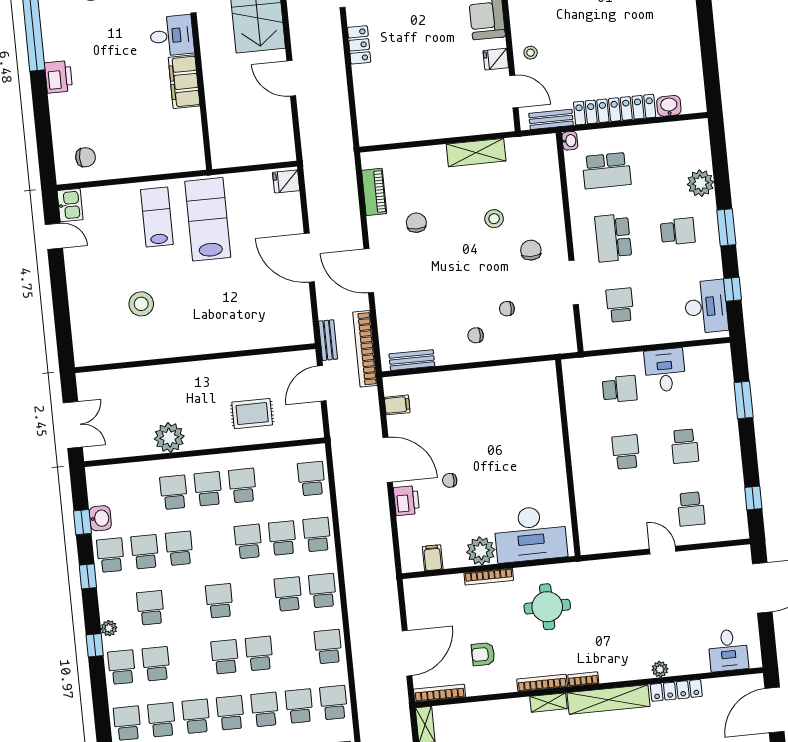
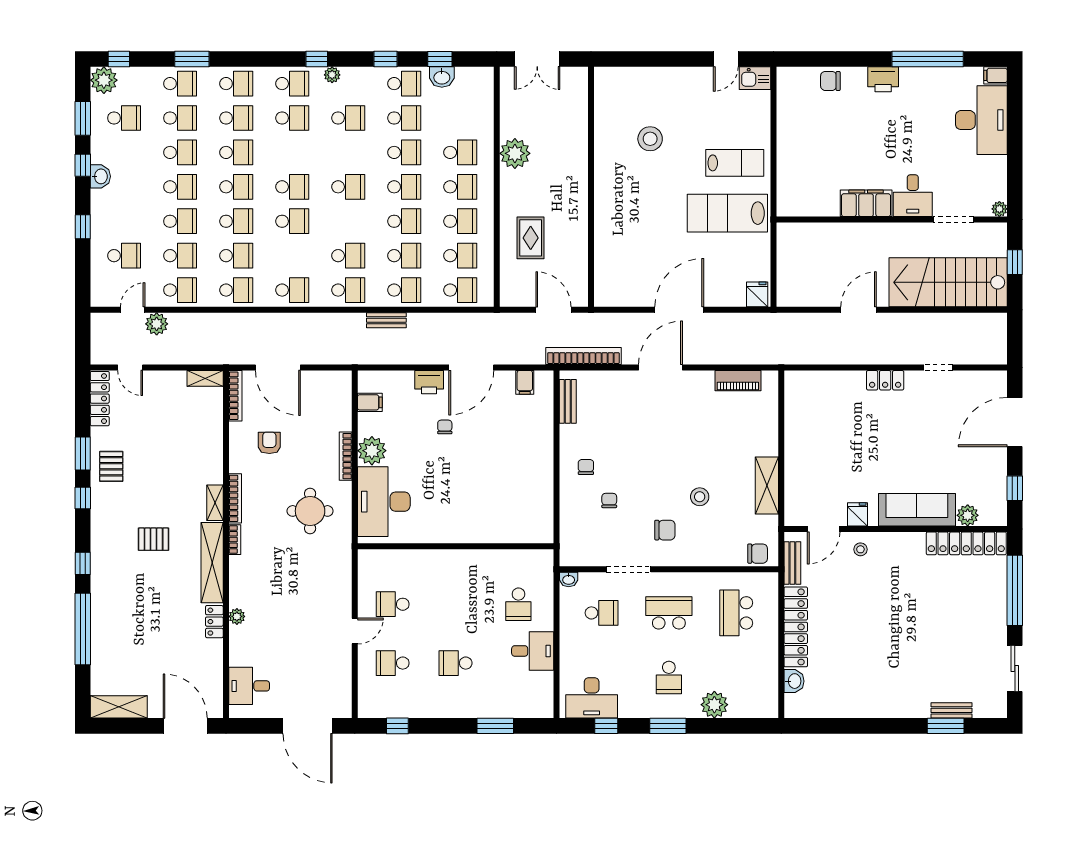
washbasin: (570, 141) -> (569, 579), moved
chair: (86, 157) -> (830, 81), moved, turned 90
lab bench: (208, 219) -> (727, 213), turned 180
chair: (416, 223) -> (758, 554), moved
bench: (328, 340) -> (386, 320), moved
school desk: (626, 452) -> (393, 604), moved, turned 180
school desk: (277, 482) -> (460, 256), added
school desk: (214, 545) -> (404, 187), added
locker: (676, 690) -> (214, 622), width x0.66

